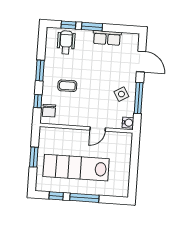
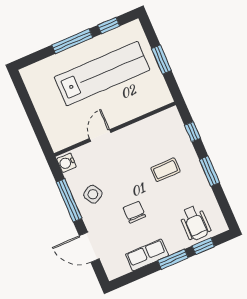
chair: (49, 111) -> (134, 212), moved

